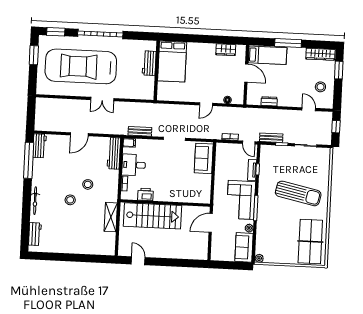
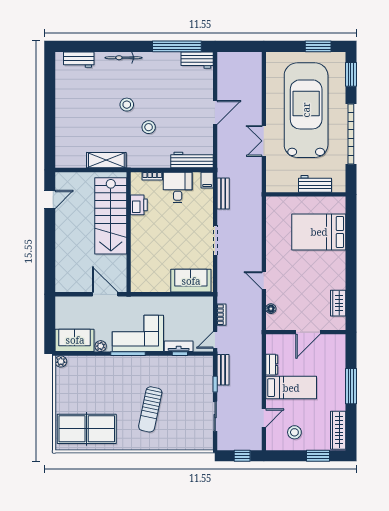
bed: (268, 55) -> (291, 388), moved, turned -90
workbench: (149, 63) -> (315, 184), moved
wall: (157, 70) -> (306, 194), moved
door: (79, 134) -> (215, 112), swing flipped
sun lounger: (298, 193) -> (150, 409), width x0.73, depth x0.75

